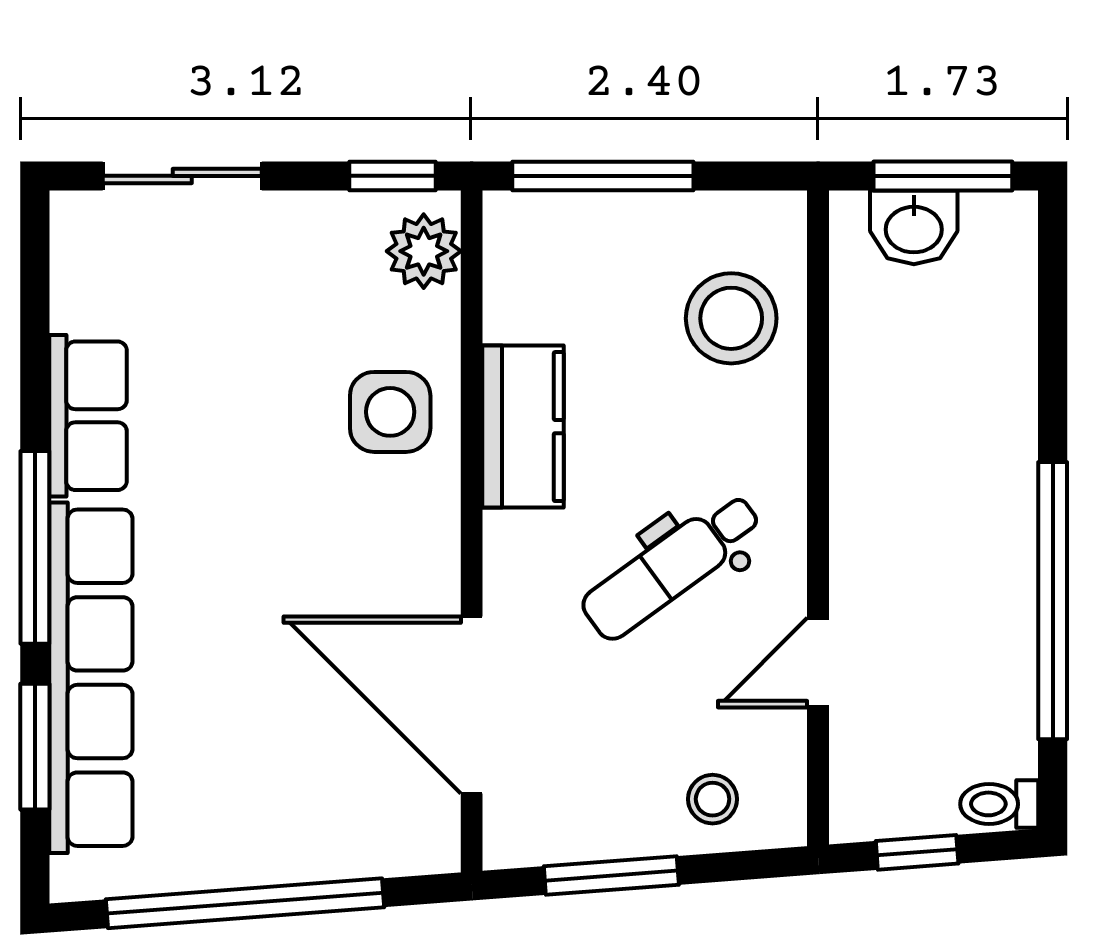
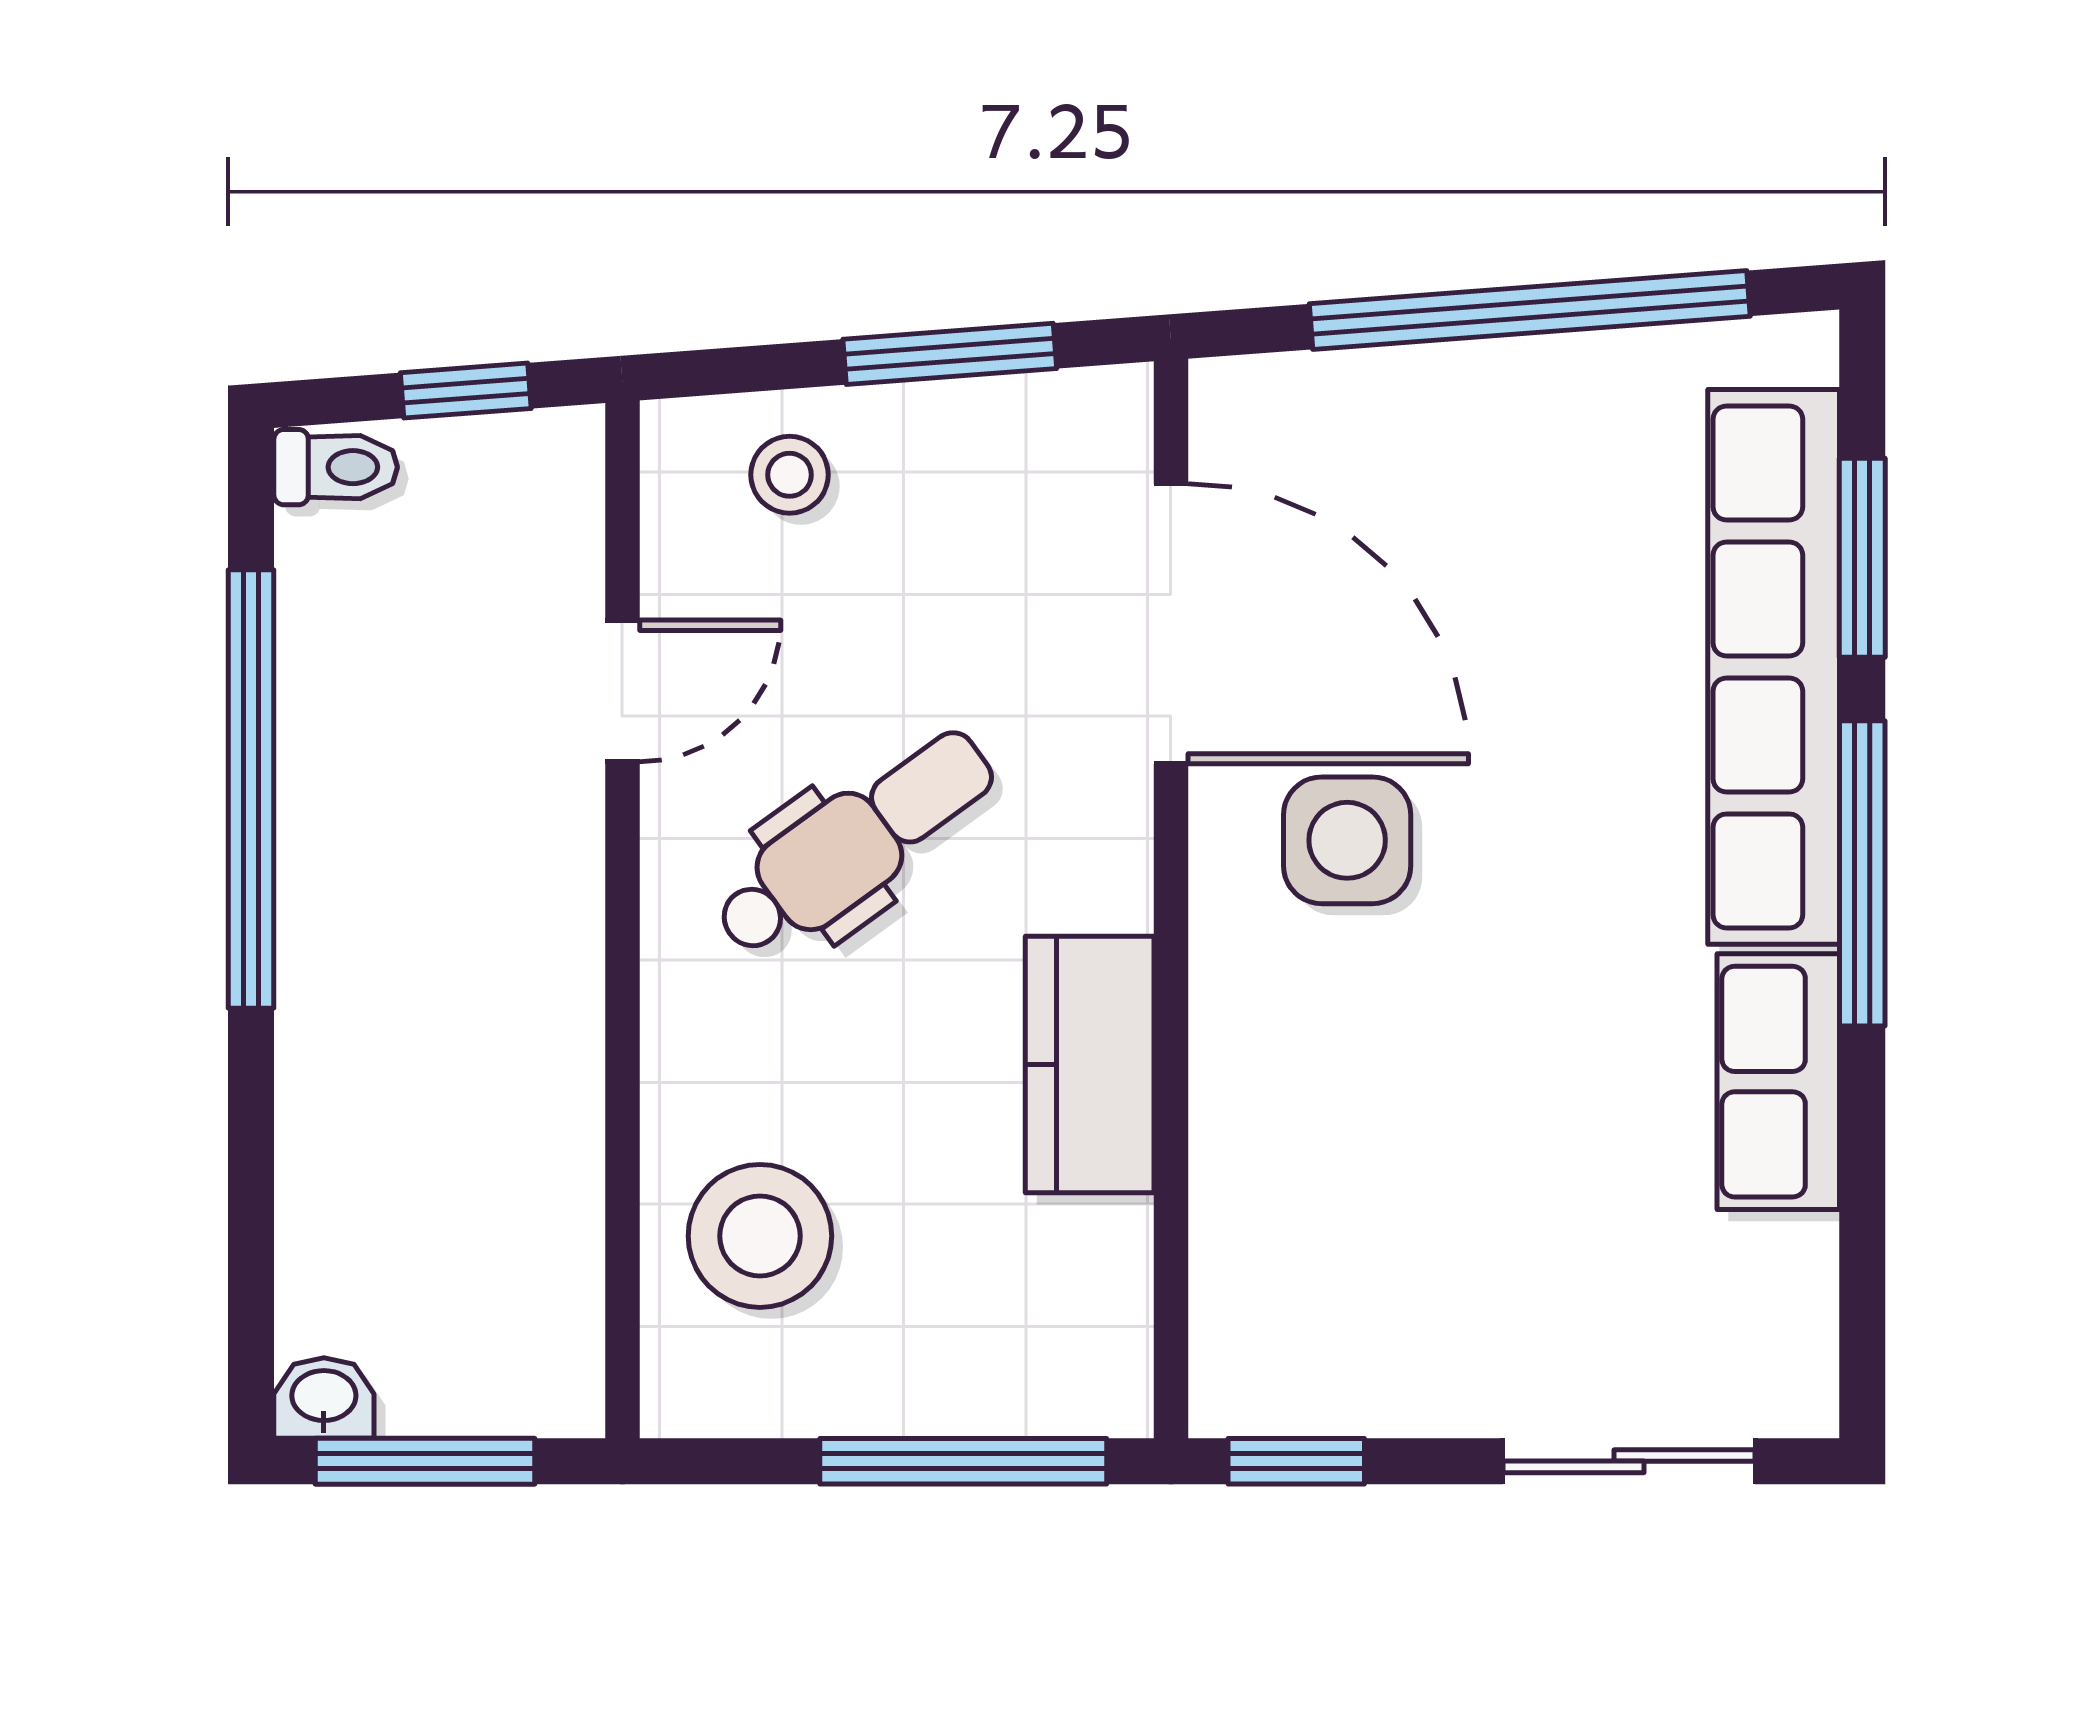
washbasin: (914, 227) -> (324, 1398), moved, width x0.72, depth x0.69
plant: (424, 251) -> (1247, 1342), removed
side table: (390, 412) -> (1347, 840), moved

